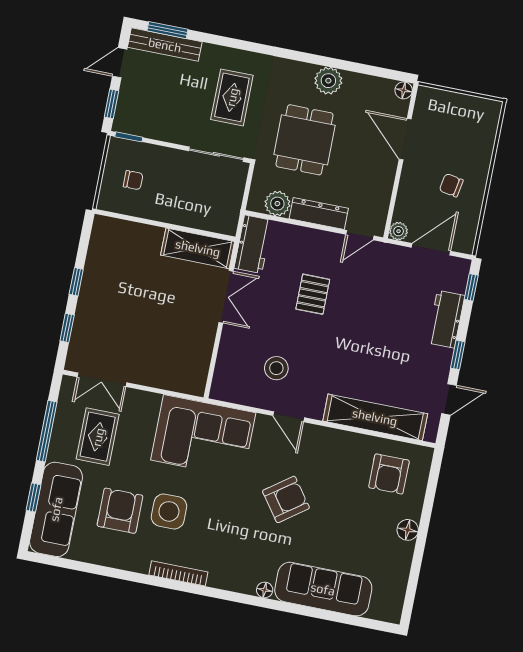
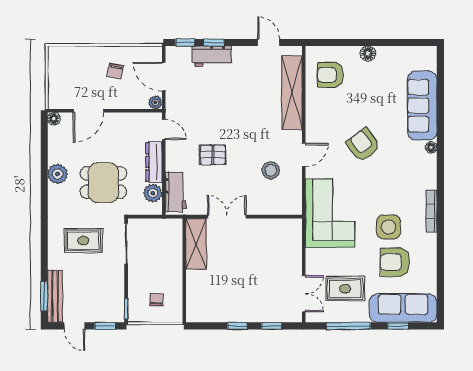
workbench: (253, 244) -> (176, 192), moved, turned 90
window: (458, 355) -> (214, 42), moved
armchair: (389, 474) -> (331, 75), turned 180

